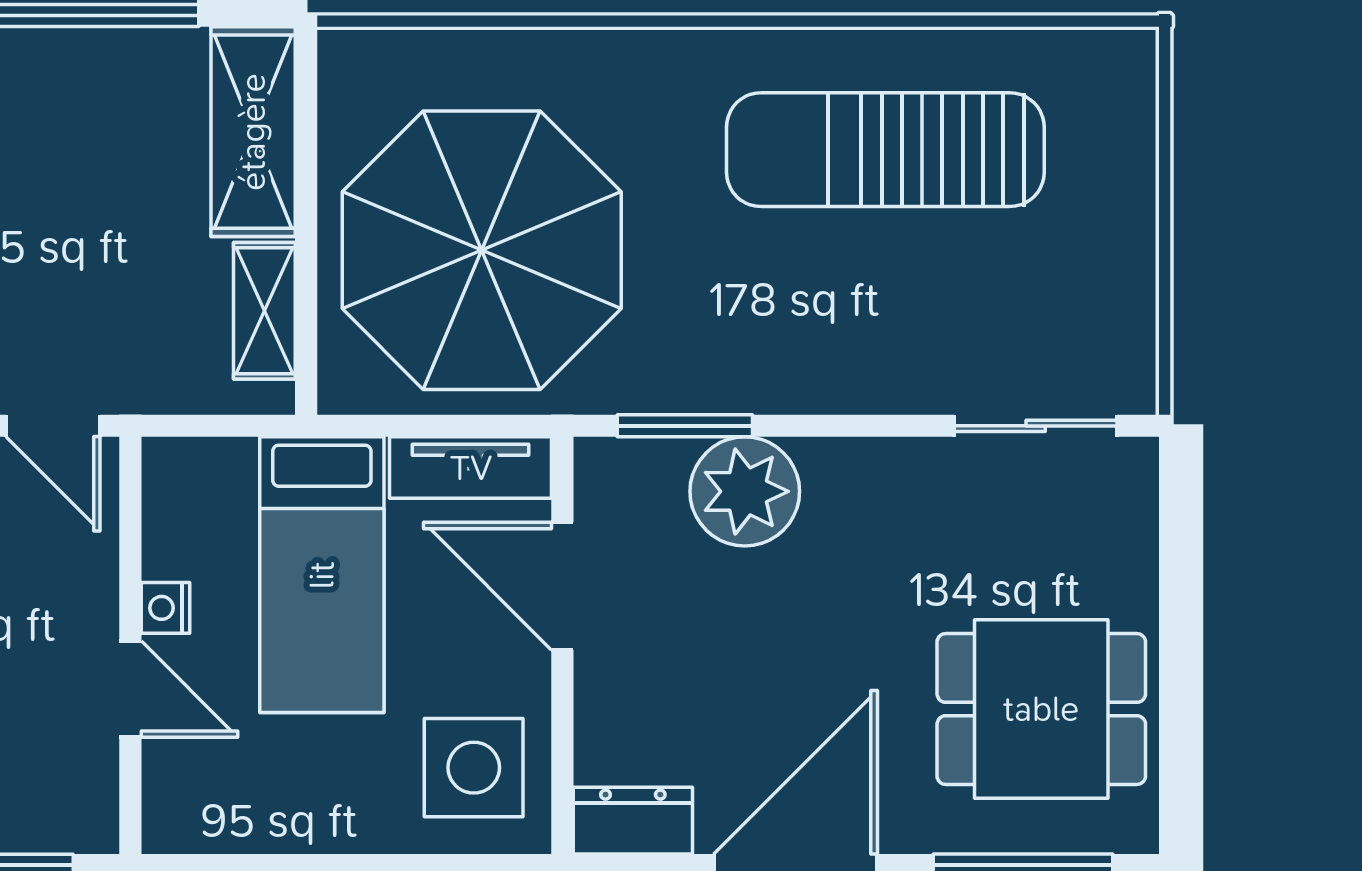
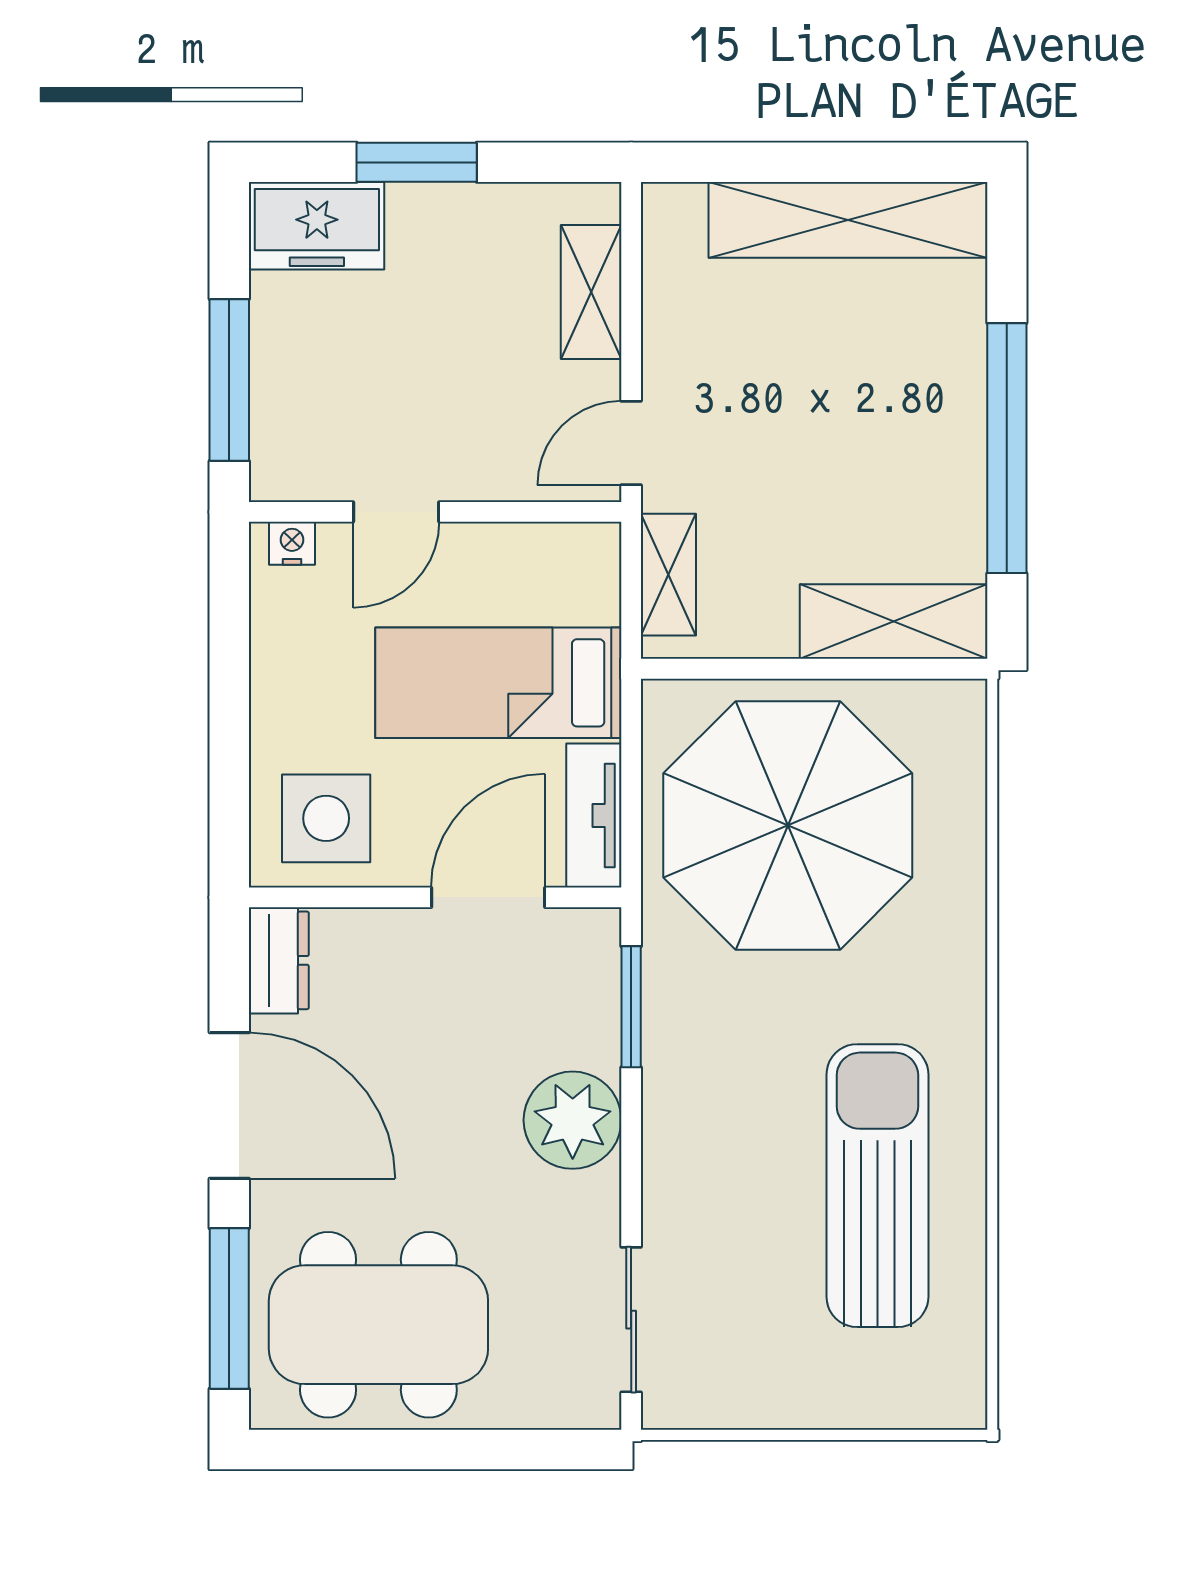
shelving: (264, 311) -> (668, 575), moved, turned 90
plant: (745, 491) -> (573, 1120), moved
nightstand: (165, 608) -> (292, 543), moved
dining table: (1041, 709) -> (378, 1325), width x1.38

